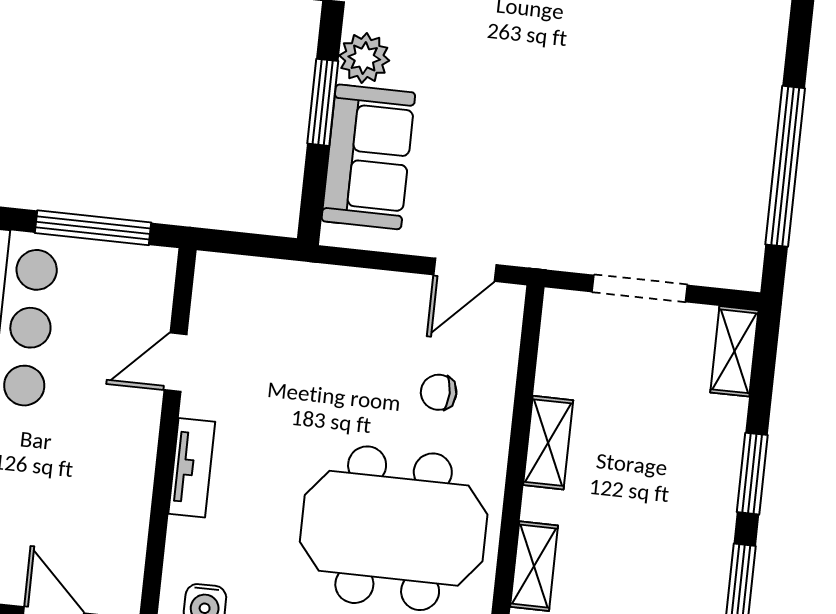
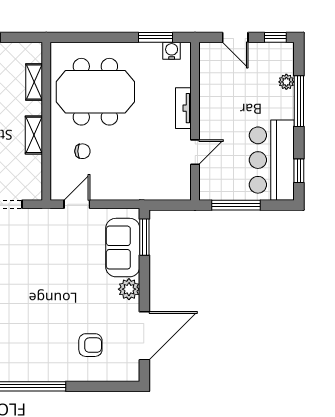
window: (323, 102) -> (144, 237), moved

